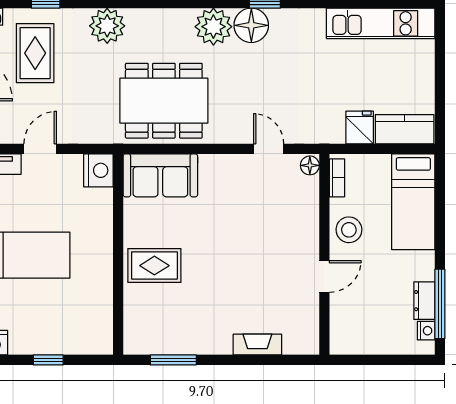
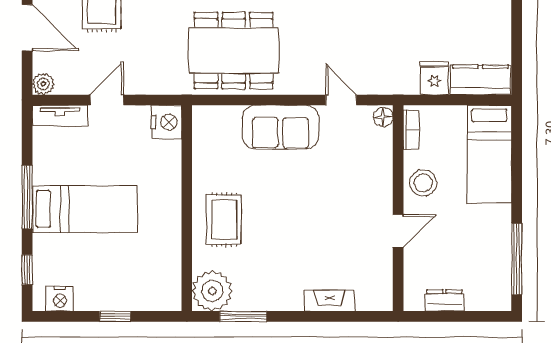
sofa: (160, 175) -> (280, 127), moved
rug: (154, 266) -> (224, 220), turned 90
dresser: (424, 301) -> (444, 300), moved, turned 90
nightstand: (426, 331) -> (503, 286), removed
plant: (143, 335) -> (212, 291), added

